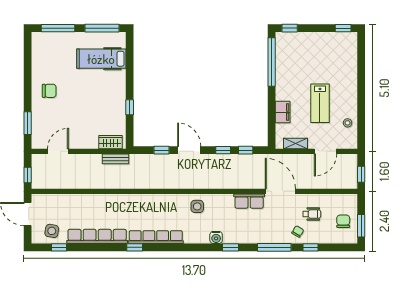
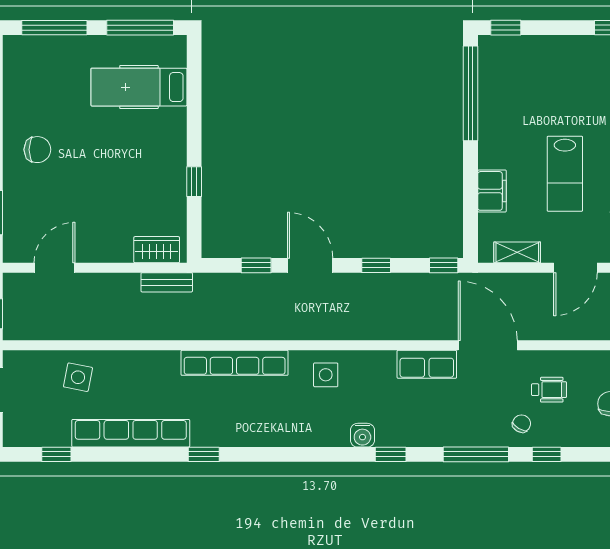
window: (246, 150) -> (444, 265), moved
side table: (52, 231) -> (78, 377), moved
row of seats: (156, 237) -> (235, 363), moved, turned 180

